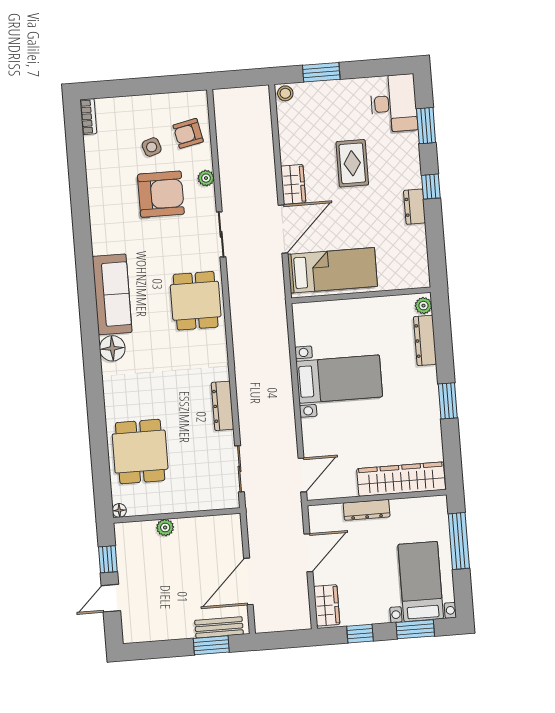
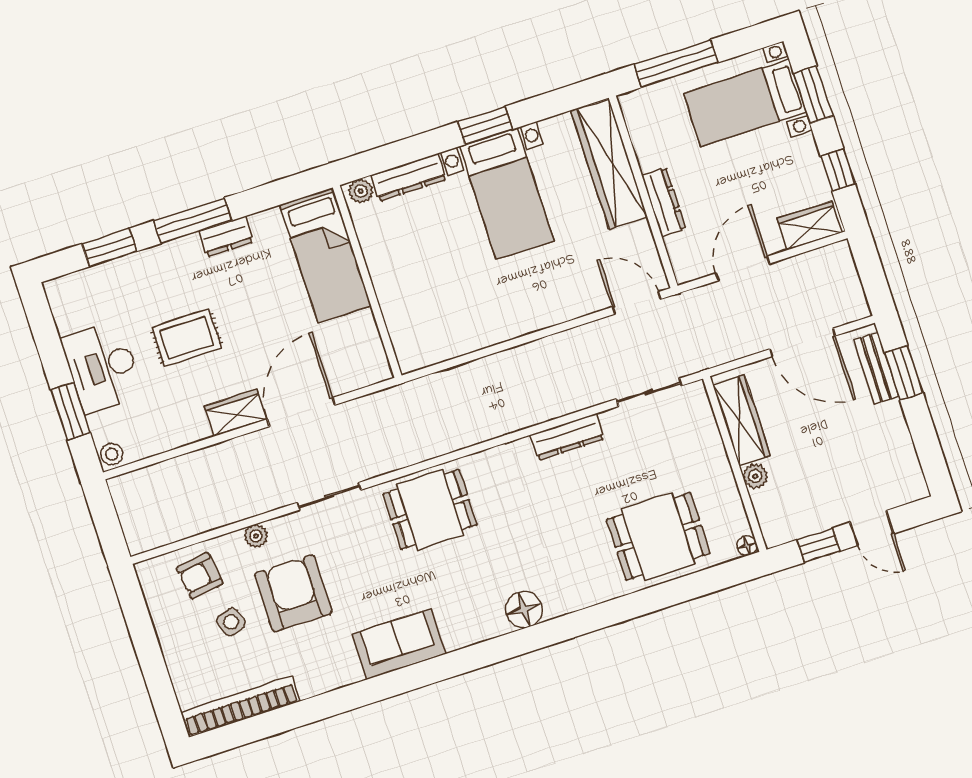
desk: (394, 103) -> (102, 367), moved, turned -90
bookcase: (88, 117) -> (240, 707), width x2.31, depth x1.31
armchair: (188, 133) -> (200, 576), turned 94
window: (431, 187) -> (193, 220), width x2.17
door: (283, 229) -> (301, 412), hinge flipped
bed: (332, 270) -> (325, 255), moved, turned 180
sofa: (112, 294) -> (399, 644), moved, width x0.73
bed with nightstands: (339, 379) -> (507, 194), moved, turned 180
wardrobe: (205, 527) -> (742, 420), added
door: (308, 553) -> (743, 268), hinge flipped

